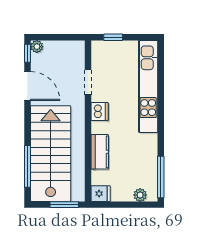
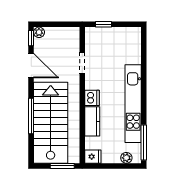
kitchen unit: (148, 86) -> (133, 104), moved
dishwasher: (100, 111) -> (92, 98), moved
window: (27, 166) -> (31, 116), moved

